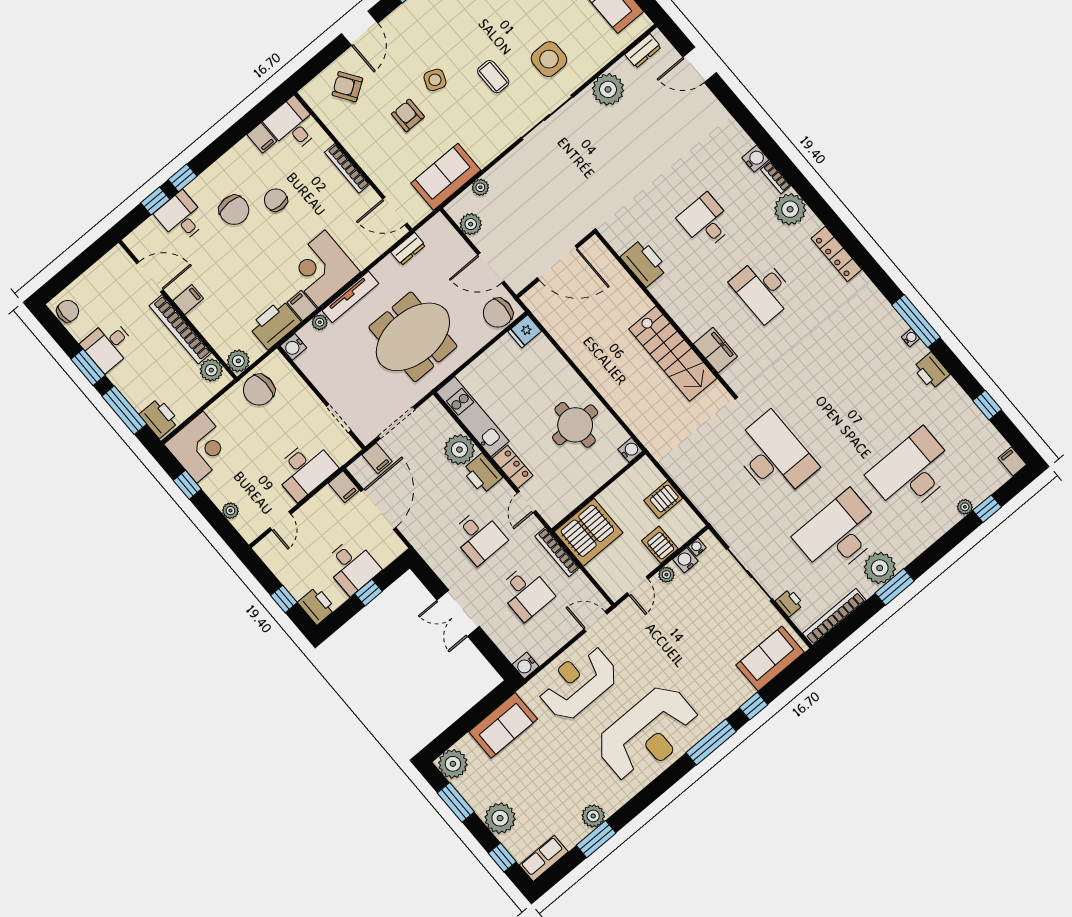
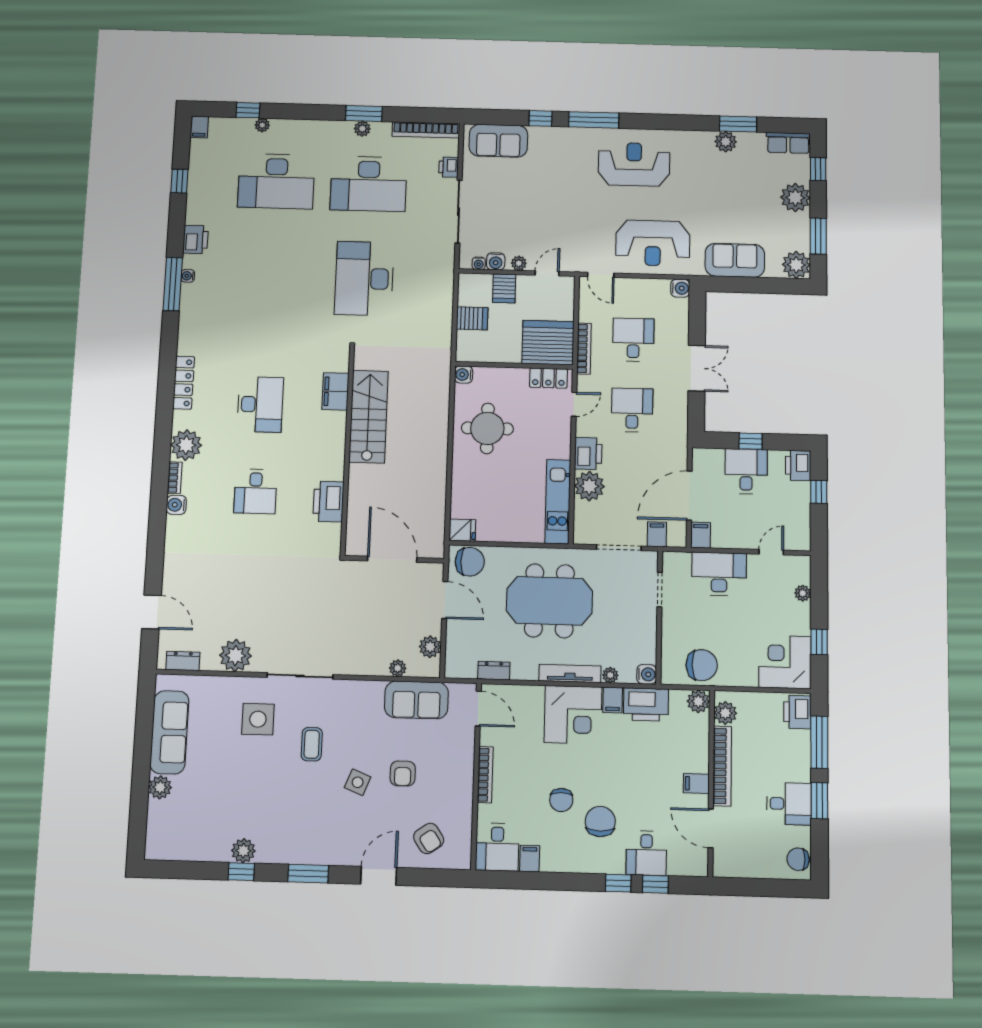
locker: (513, 467) -> (548, 378), moved, turned -90
plant: (880, 568) -> (362, 129), width x0.53, depth x0.53
reception desk: (648, 734) -> (634, 164), width x0.74, depth x0.77

